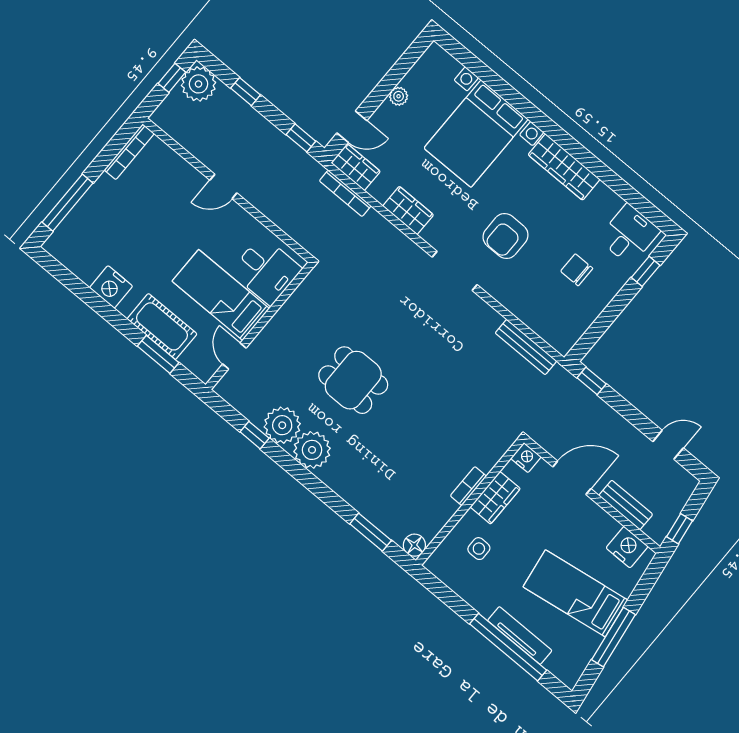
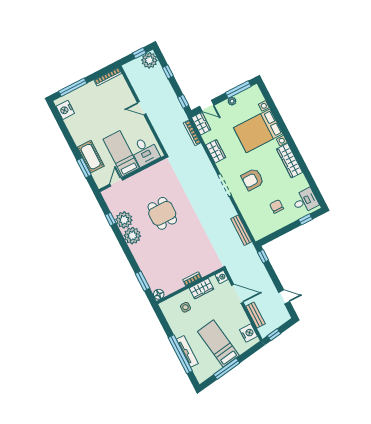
window: (401, 68) -> (238, 90), added
nightstand: (111, 287) -> (65, 110), moved

